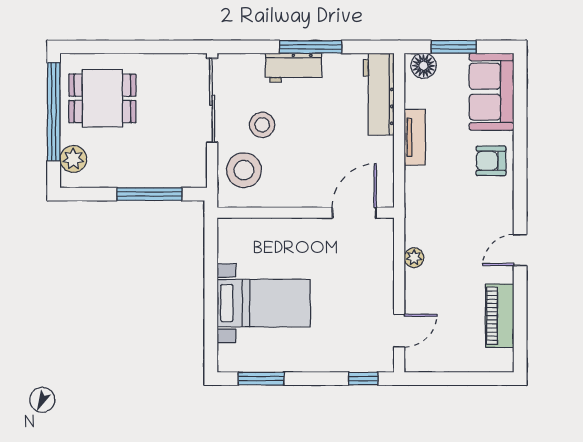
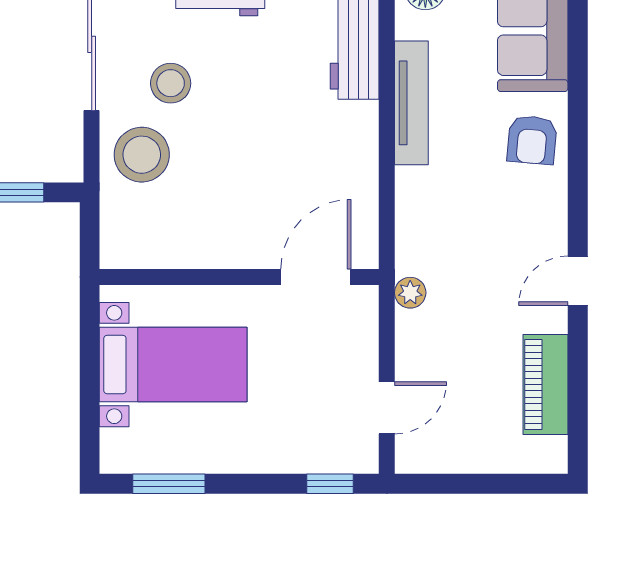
tv unit: (415, 137) -> (411, 103), width x1.41
armchair: (491, 161) -> (532, 140), turned -85
wall: (306, 213) -> (239, 277), moved
door: (354, 213) -> (316, 277), moved

